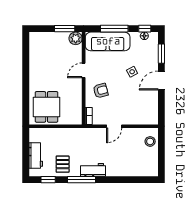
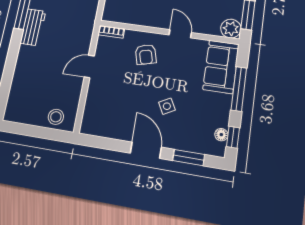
sofa: (108, 41) -> (221, 67), width x0.73
door: (114, 126) -> (89, 66), hinge flipped

